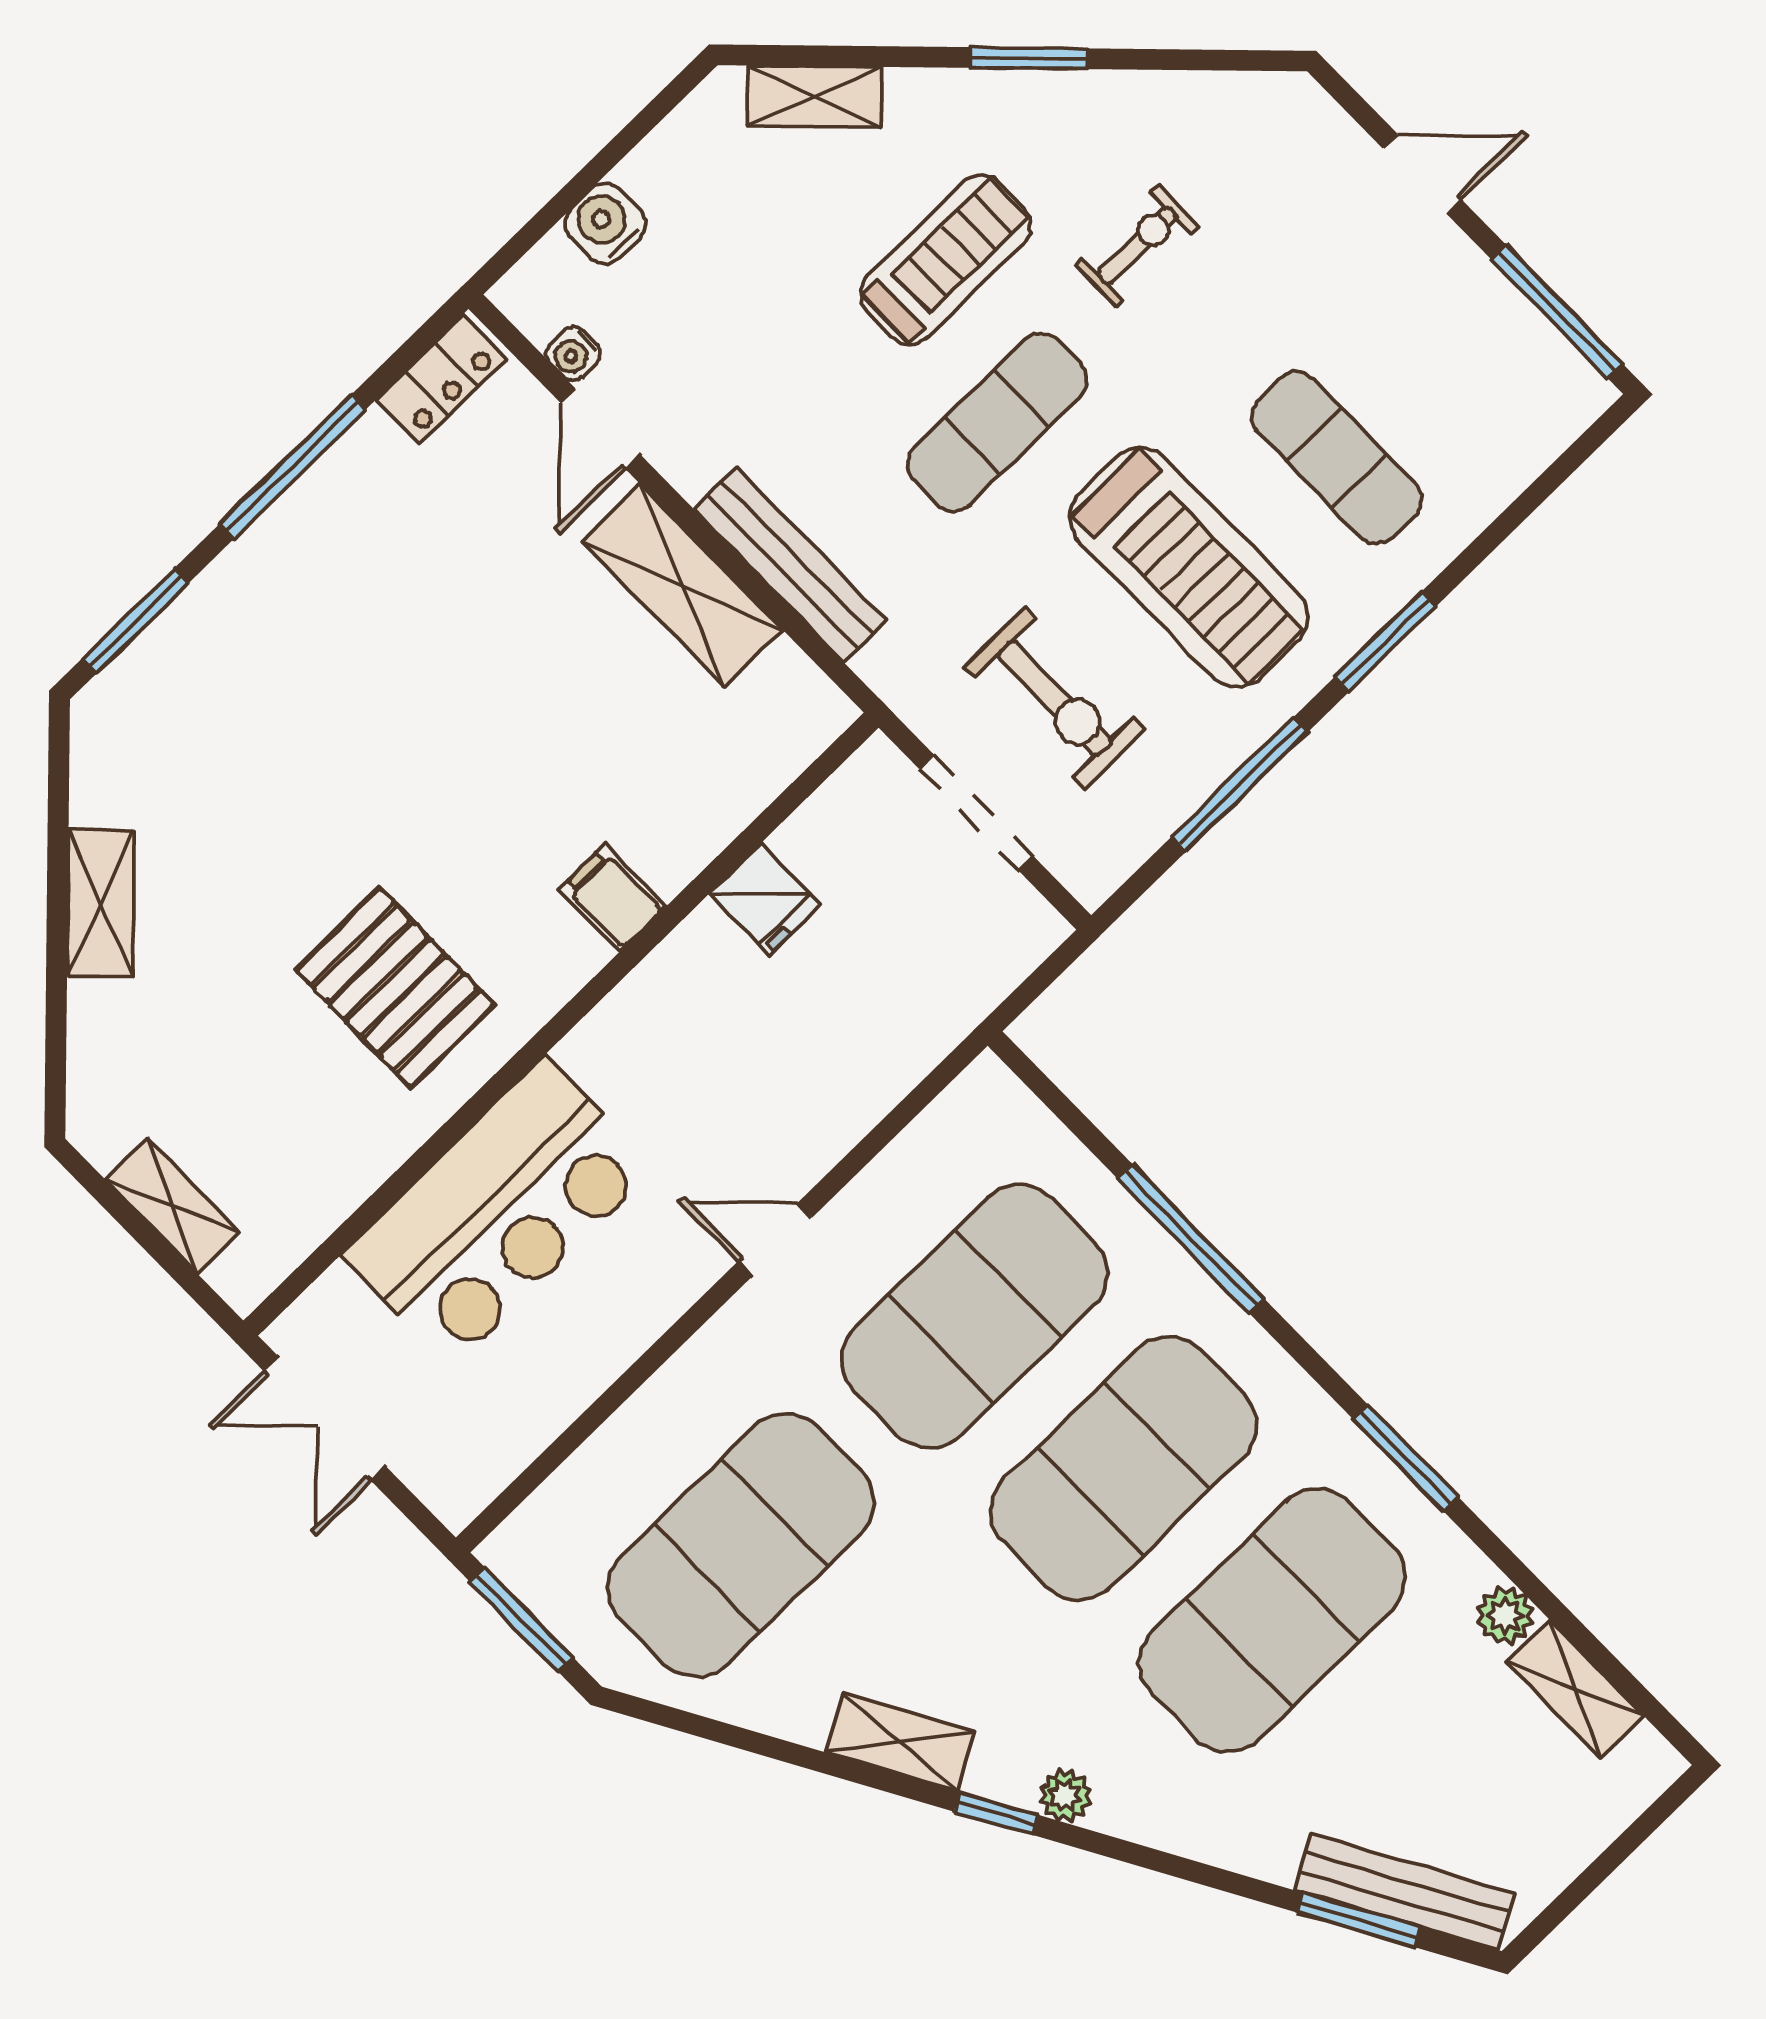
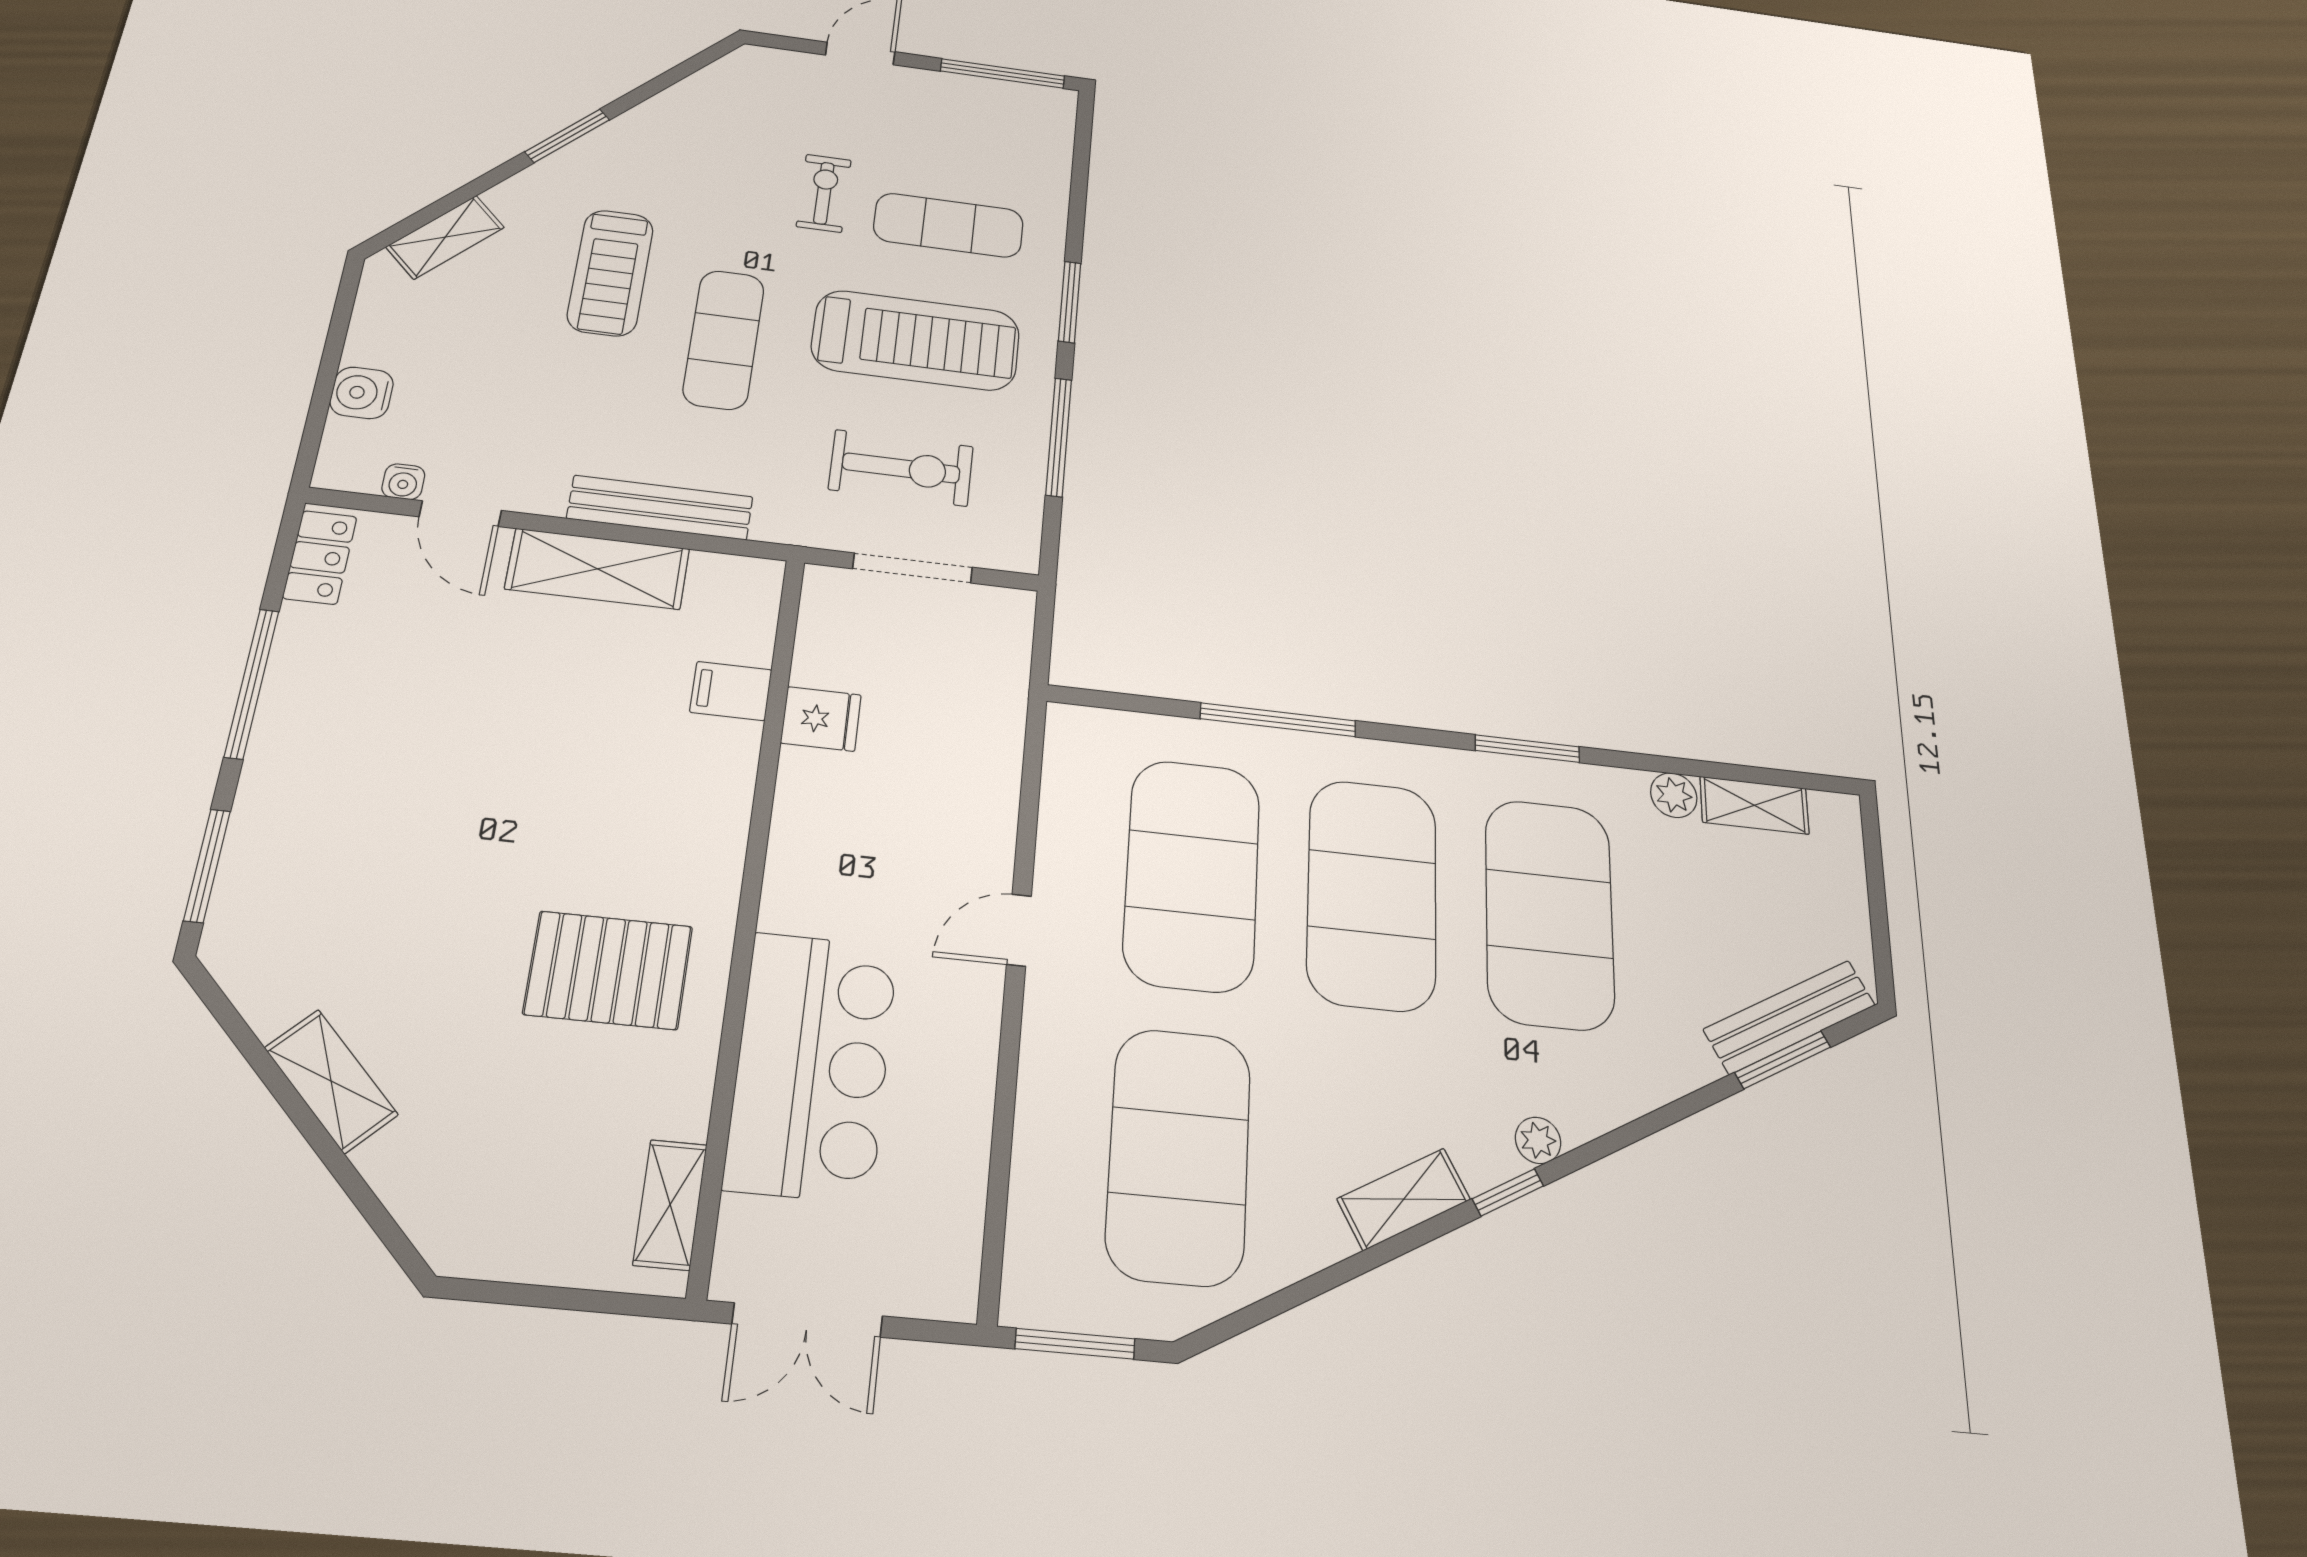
exercise bike: (1137, 245) -> (824, 193), moved
treadmill: (946, 260) -> (610, 273), turned 180
filing cabinet: (613, 898) -> (731, 691), moved
shelving: (172, 1206) -> (670, 1205), moved, turned 90

